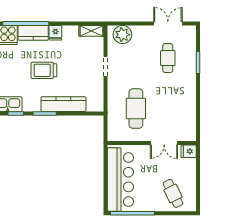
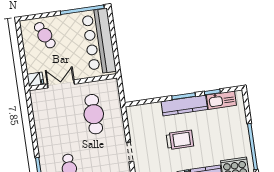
trolley: (44, 70) -> (180, 140), moved
kitchen counter: (63, 104) -> (184, 105), moved

